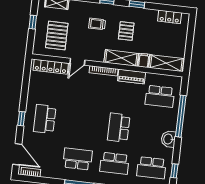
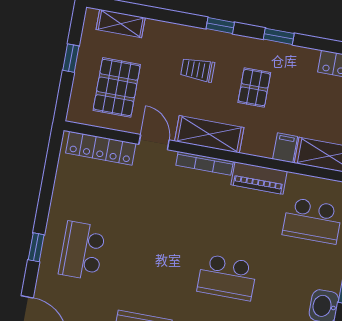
shelving: (121, 58) -> (209, 134), moved
door: (77, 62) -> (154, 142), swing flipped
school desk: (119, 128) -> (227, 277), turned -90

